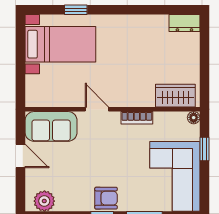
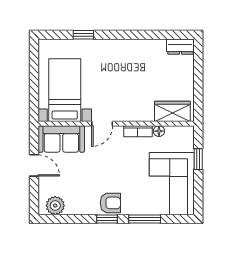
bed with nightstands: (60, 44) -> (65, 90), moved, turned -90
door: (97, 109) -> (102, 124), swing flipped
floor lamp: (194, 118) -> (159, 131), moved

